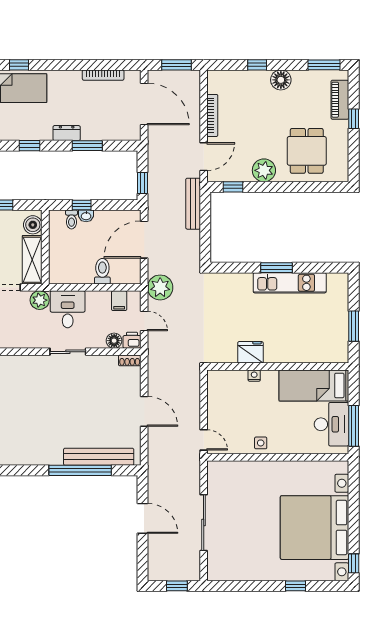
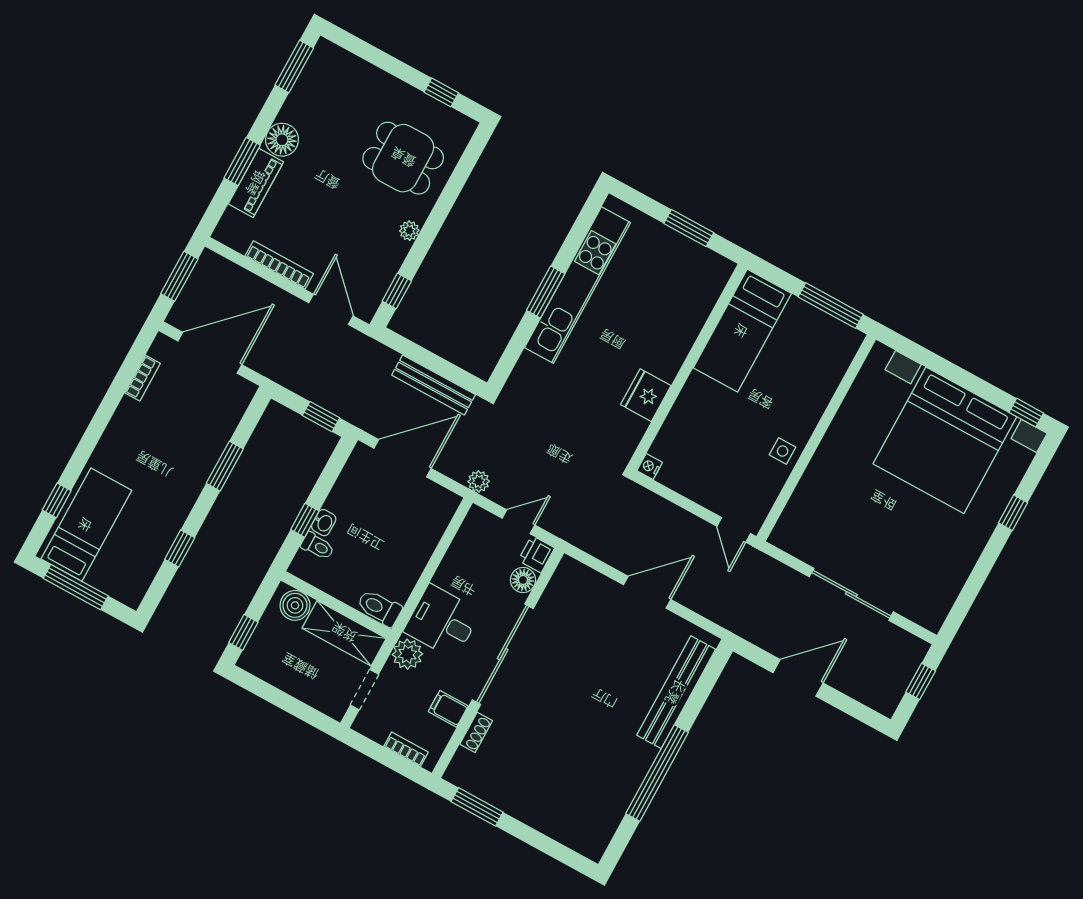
window: (257, 65) -> (242, 162), width x1.50
bookcase: (103, 75) -> (143, 378), width x0.64
piano: (340, 100) -> (256, 183), moved, turned -90
window: (354, 119) -> (441, 92), moved
dresser: (67, 133) -> (191, 486), removed
plant: (264, 170) -> (409, 231), width x0.53, depth x0.53
bench: (193, 204) -> (434, 385), moved
door: (144, 240) -> (403, 458), swing flipped
toilet: (102, 271) -> (379, 608), moved
kitchen unit: (290, 283) -> (577, 285), width x1.36
plant: (160, 287) -> (479, 481), width x0.53, depth x0.53
filing cabinet: (119, 301) -> (448, 709), moved, turned 180
sliding door: (68, 352) -> (503, 654), width x1.86
shoe rack: (130, 360) -> (476, 732), moved
nightstand: (254, 376) -> (650, 467), moved
desk: (331, 424) -> (811, 336), removed
door: (204, 440) -> (734, 530), swing flipped
window: (80, 470) -> (657, 773), moved

